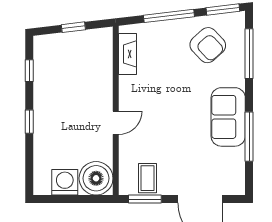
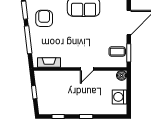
armchair: (208, 45) -> (44, 18), turned -47
door: (116, 123) -> (87, 69), swing flipped
boiler: (96, 178) -> (122, 75), width x0.54, depth x0.54

